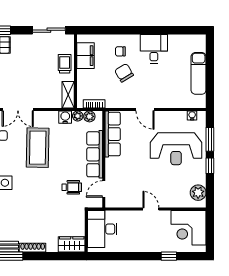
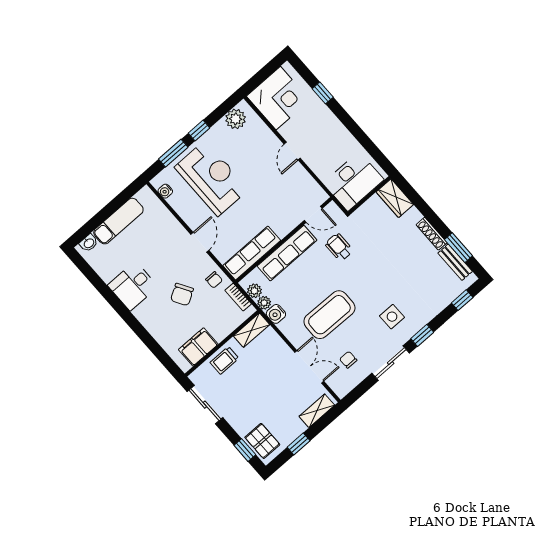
washbasin: (201, 45) -> (89, 243), added
chair: (120, 51) -> (214, 280), moved

